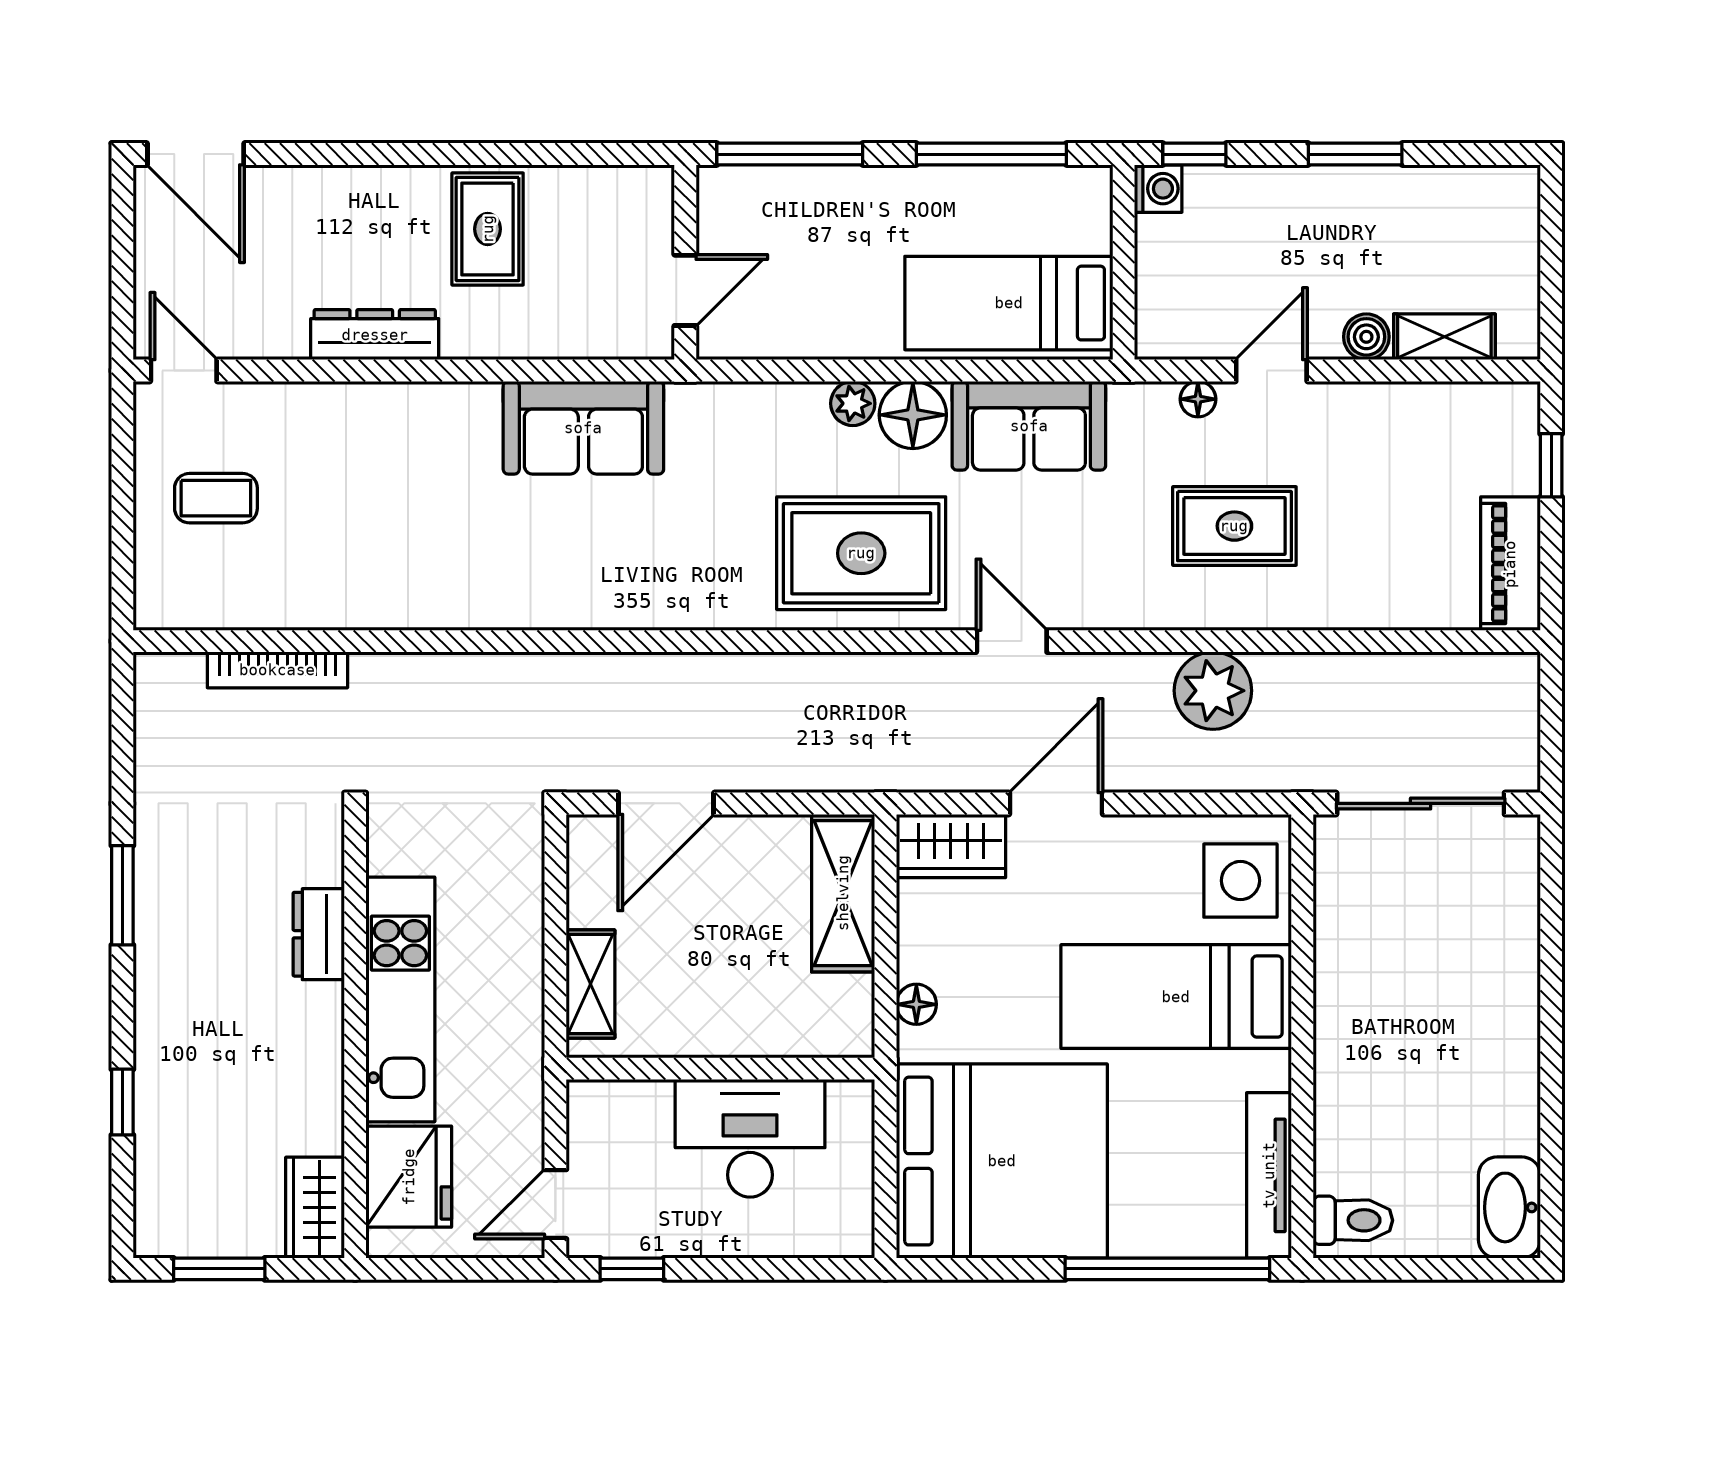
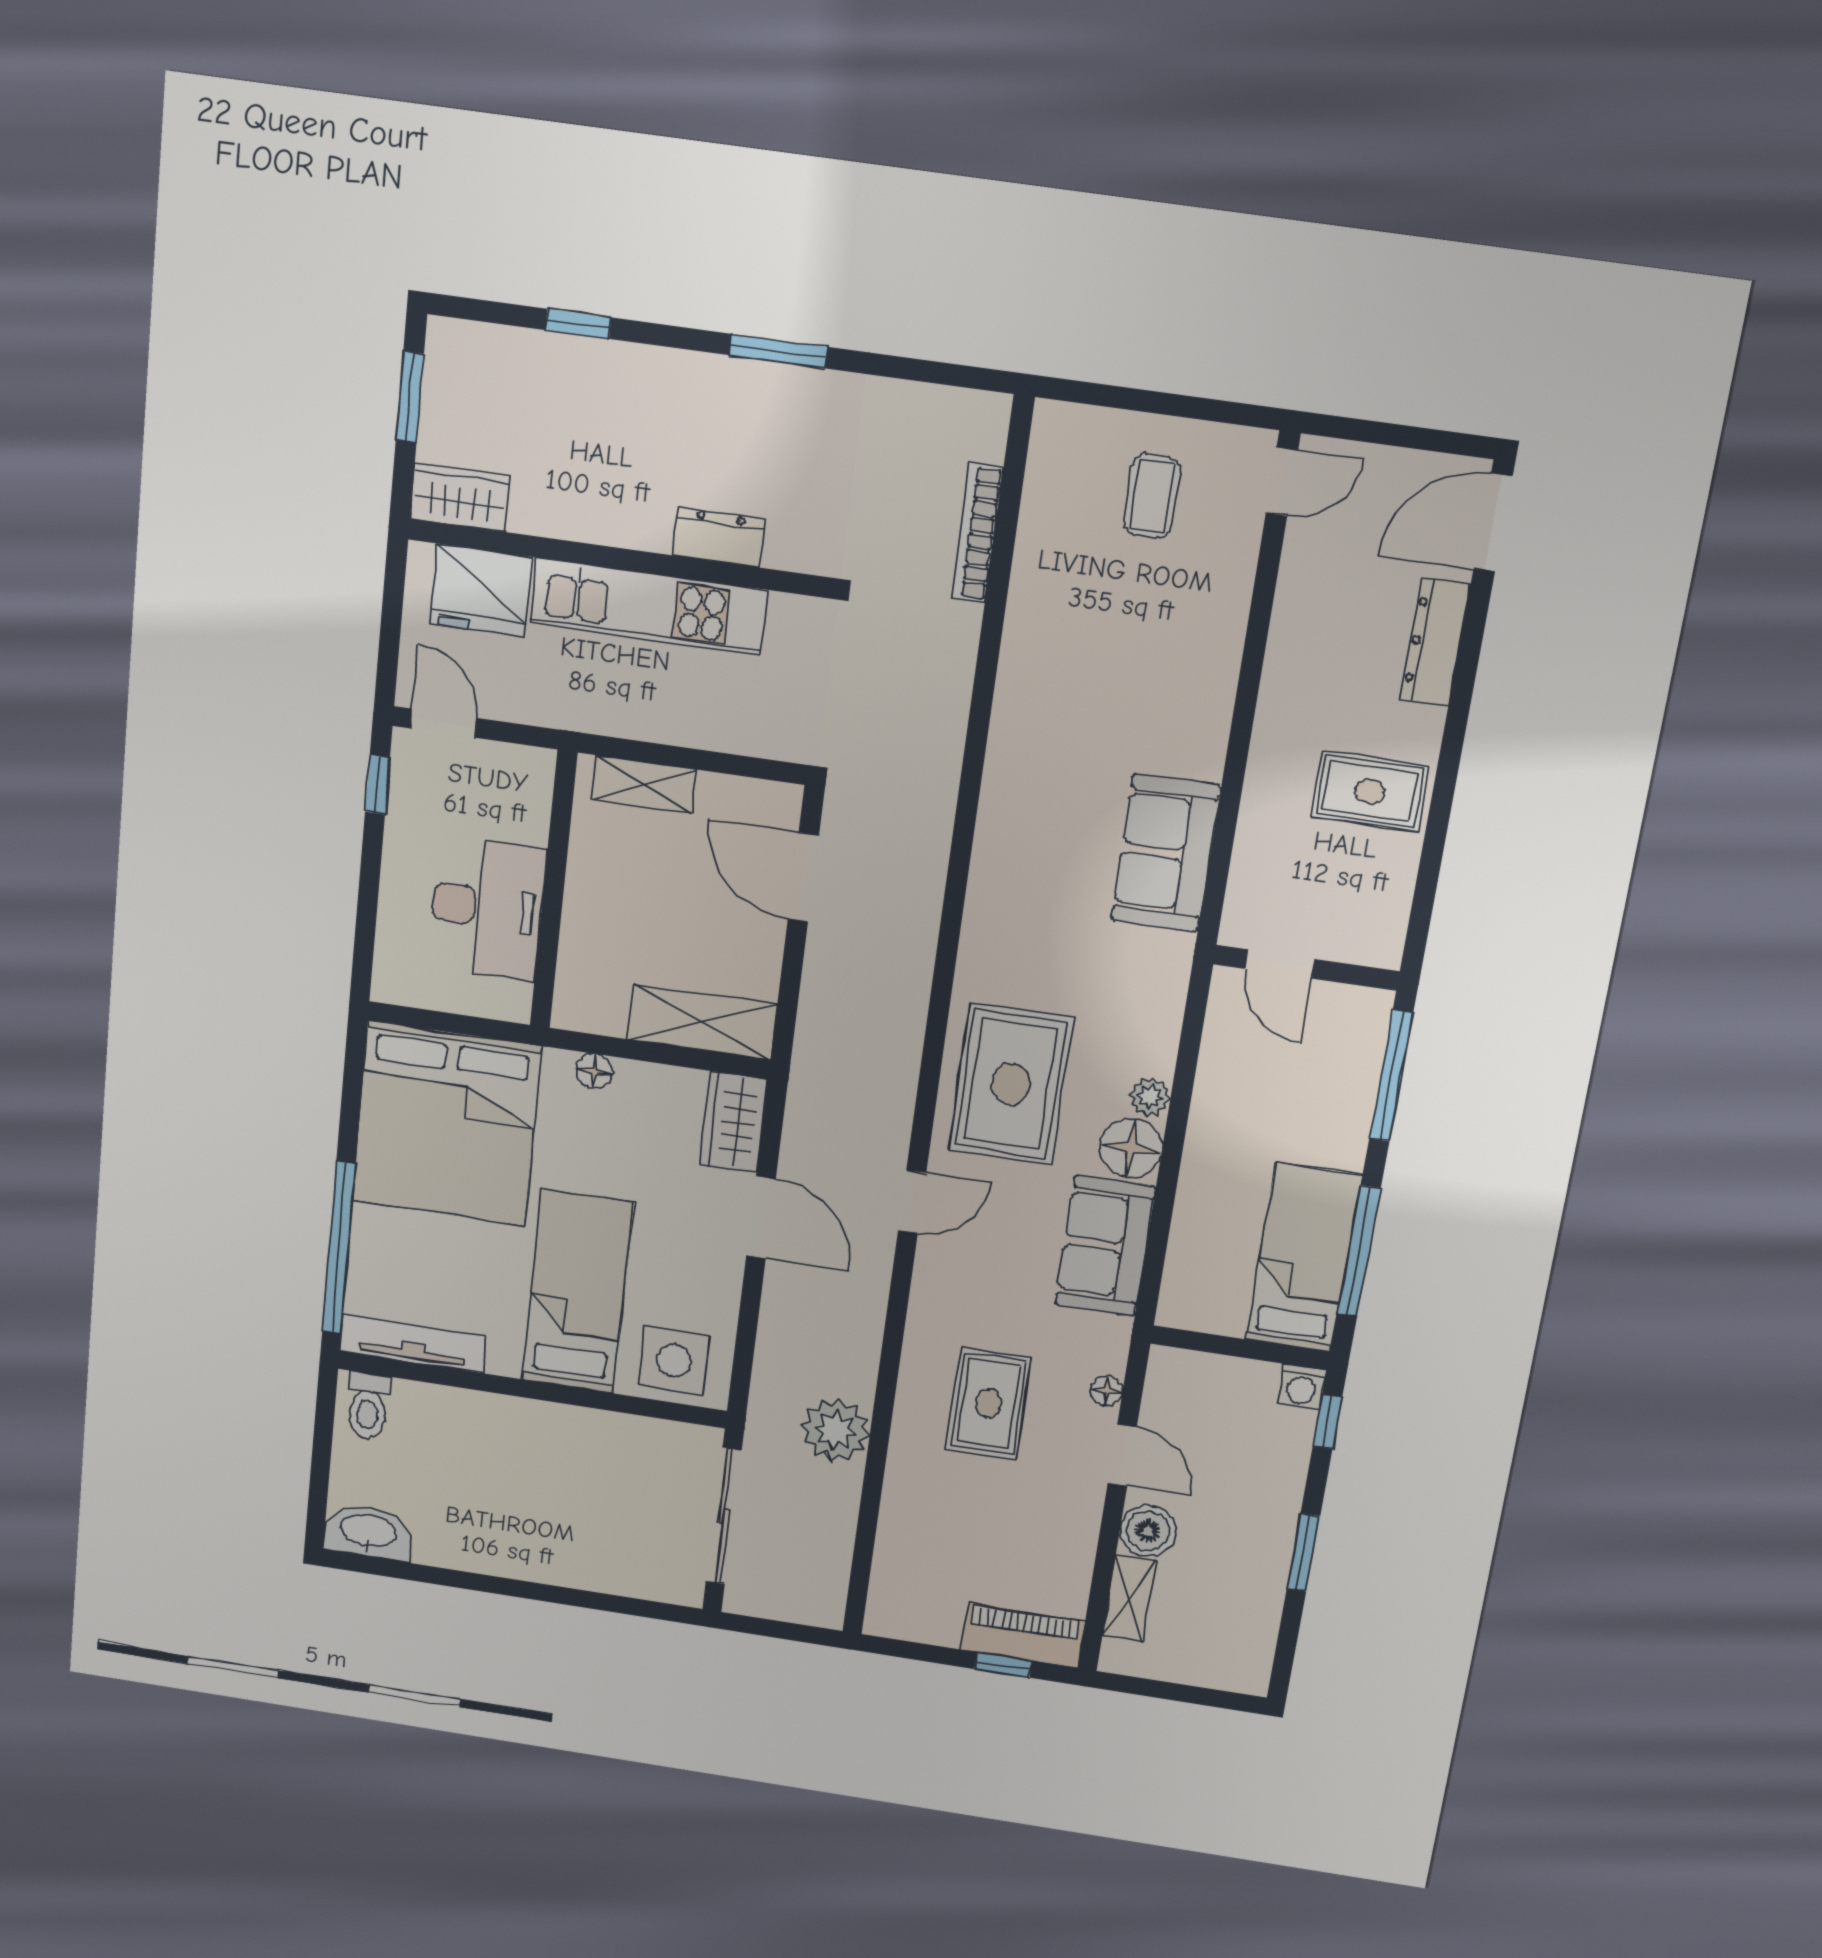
bed: (1009, 303) -> (1303, 1258), moved
dresser: (375, 335) -> (1435, 642), moved, turned 180
boiler: (1366, 337) -> (1148, 1531), width x1.36, depth x1.36
piano: (1510, 564) -> (1023, 1635), moved
plant: (1213, 691) -> (836, 1430), moved

